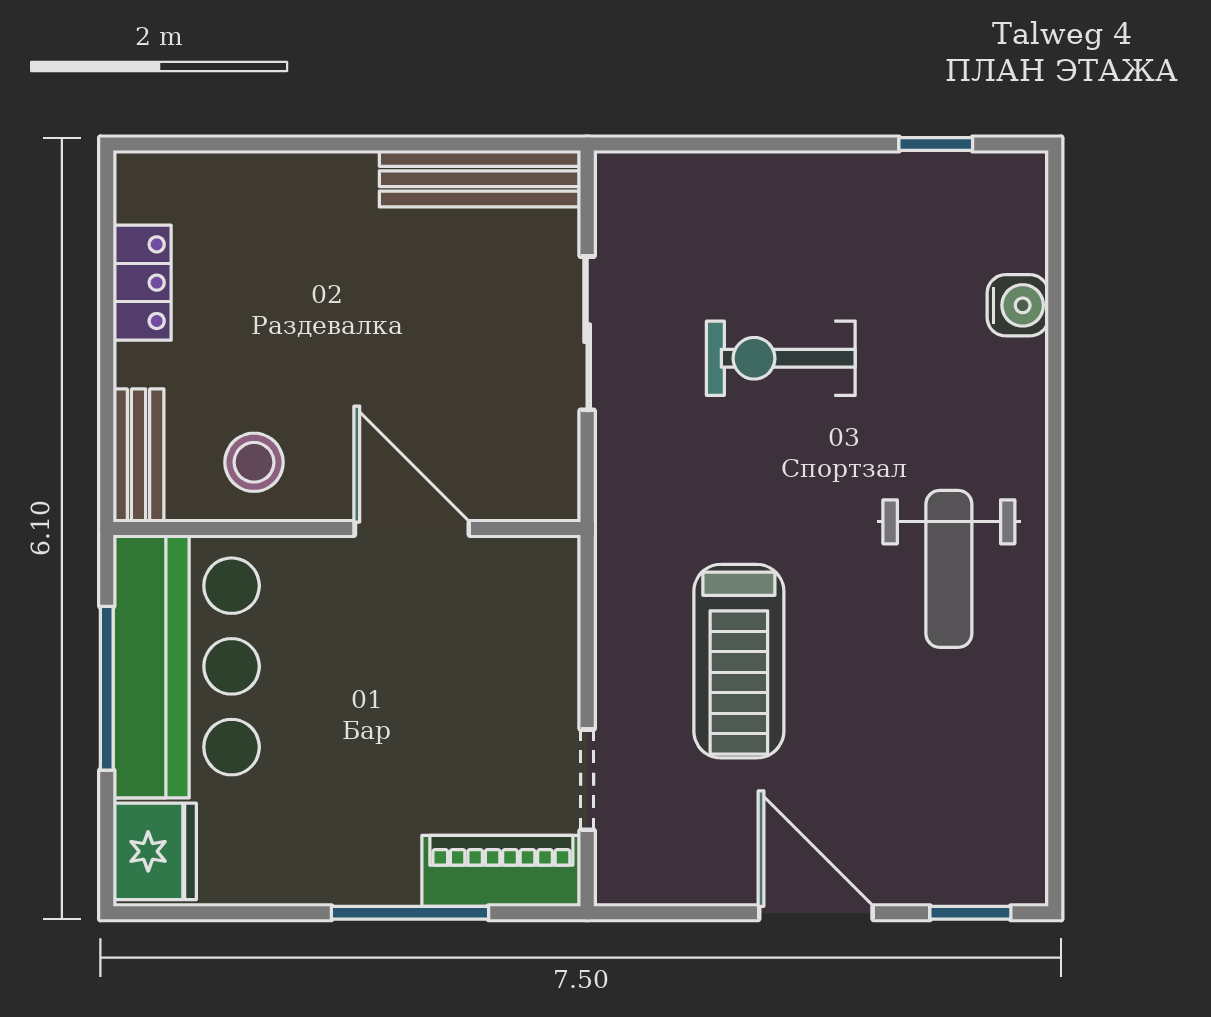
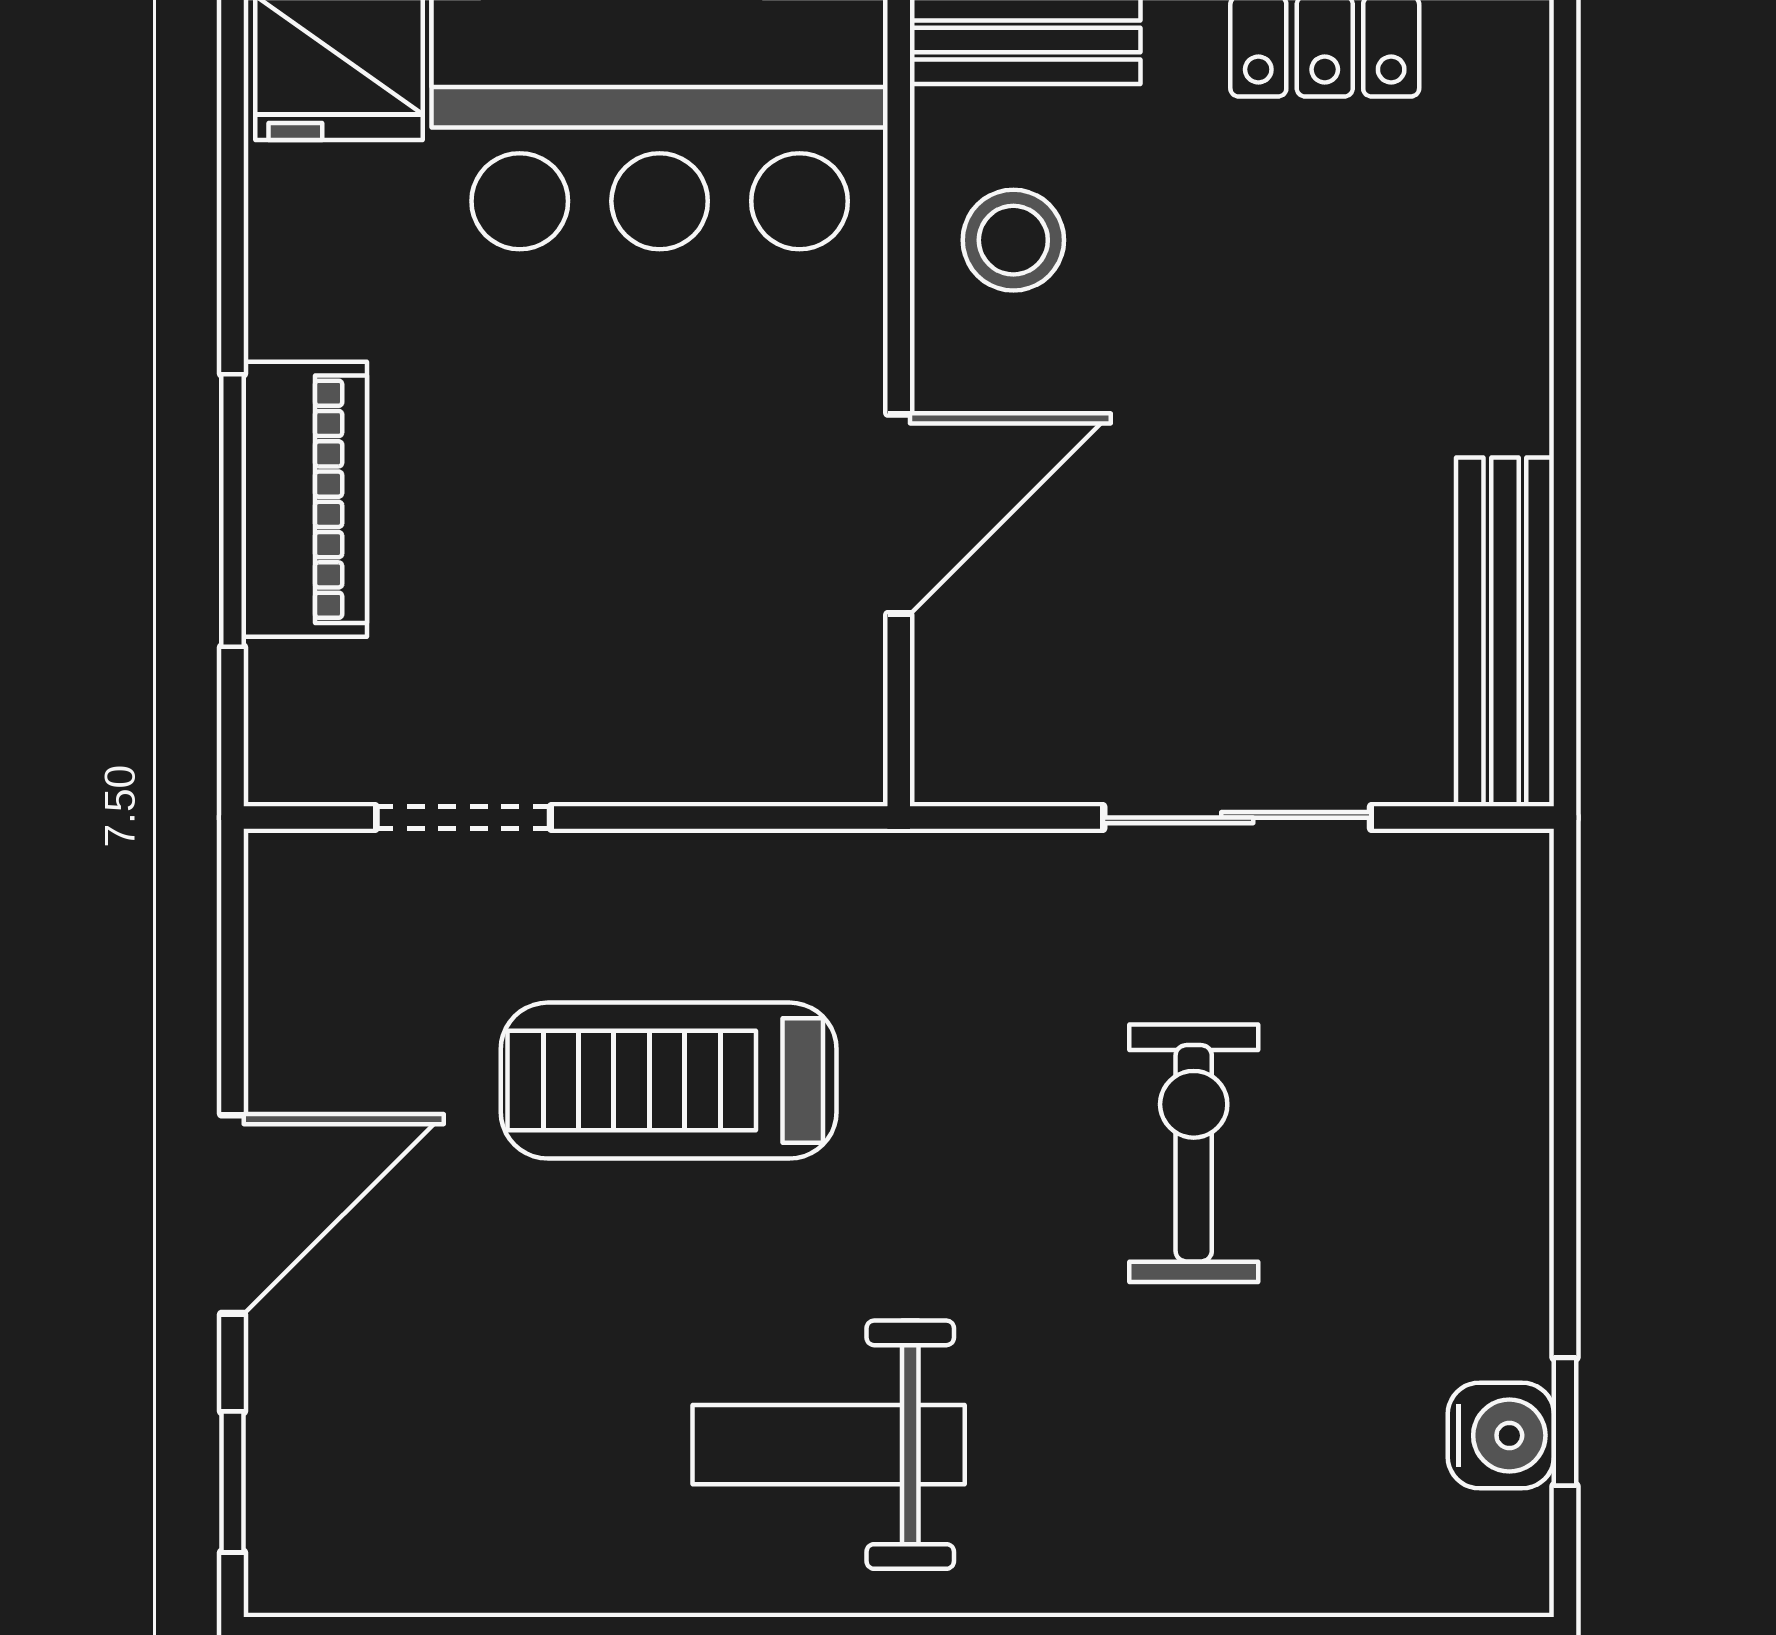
water cooler: (1018, 305) -> (1501, 1435), moved, turned -90
piano: (501, 871) -> (305, 499), moved

